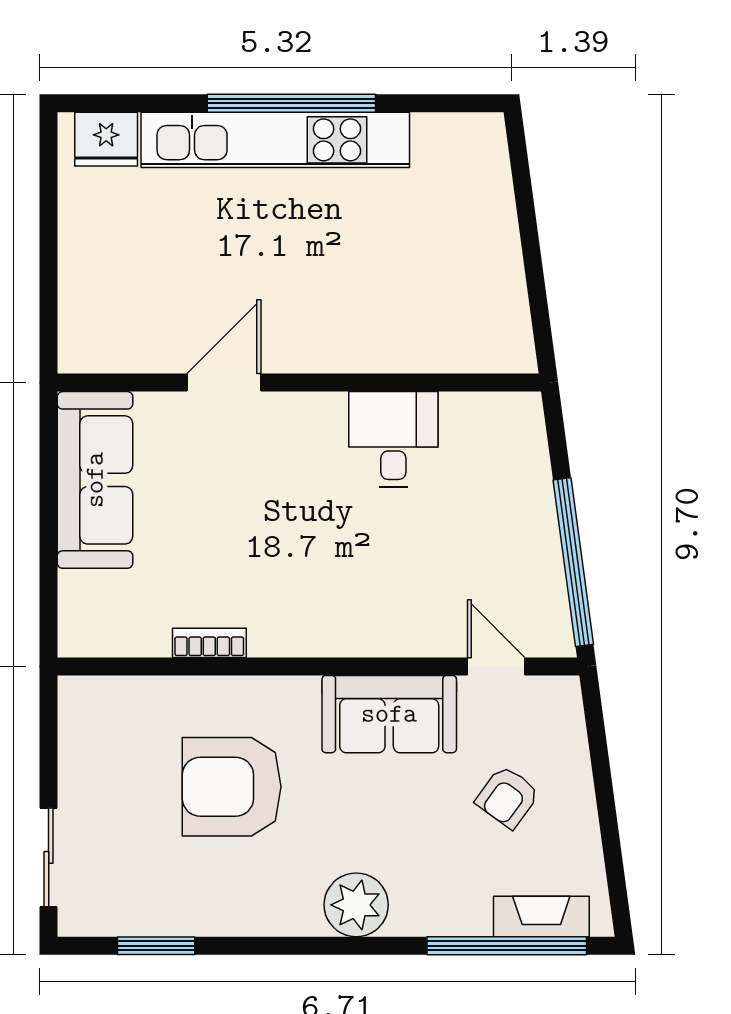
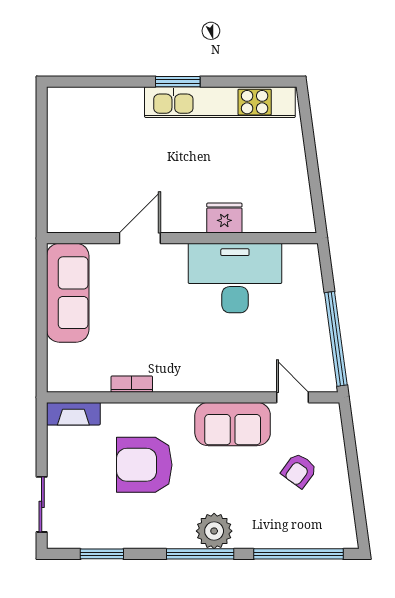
window: (291, 103) -> (178, 82), width x0.47
fridge: (106, 139) -> (224, 218), moved, turned 180
kitchen unit: (275, 140) -> (220, 102), moved
desk: (393, 439) -> (235, 278), width x1.87, depth x1.30
fireplace: (541, 916) -> (73, 414), moved, turned 180
window: (331, 946) -> (200, 554), added

